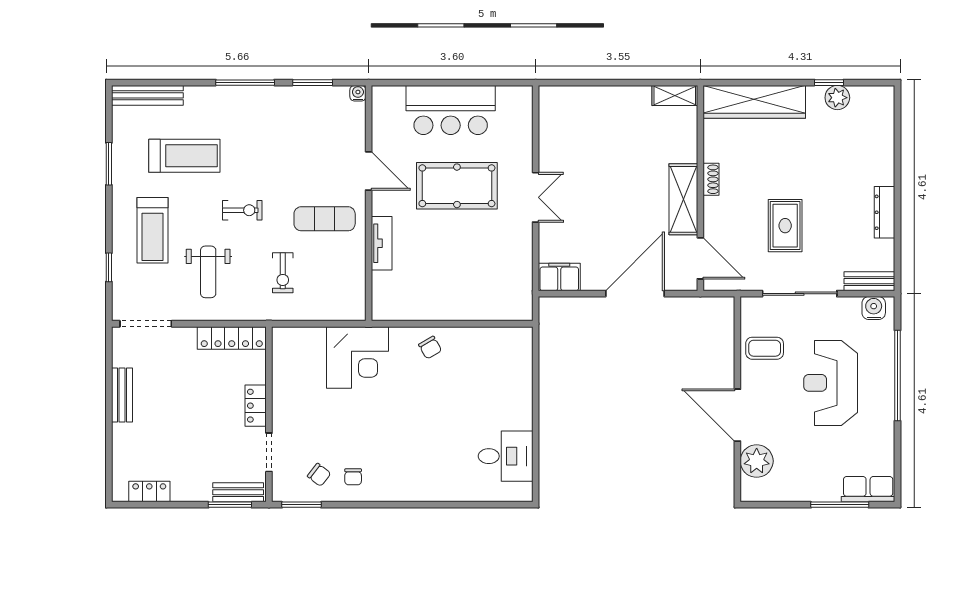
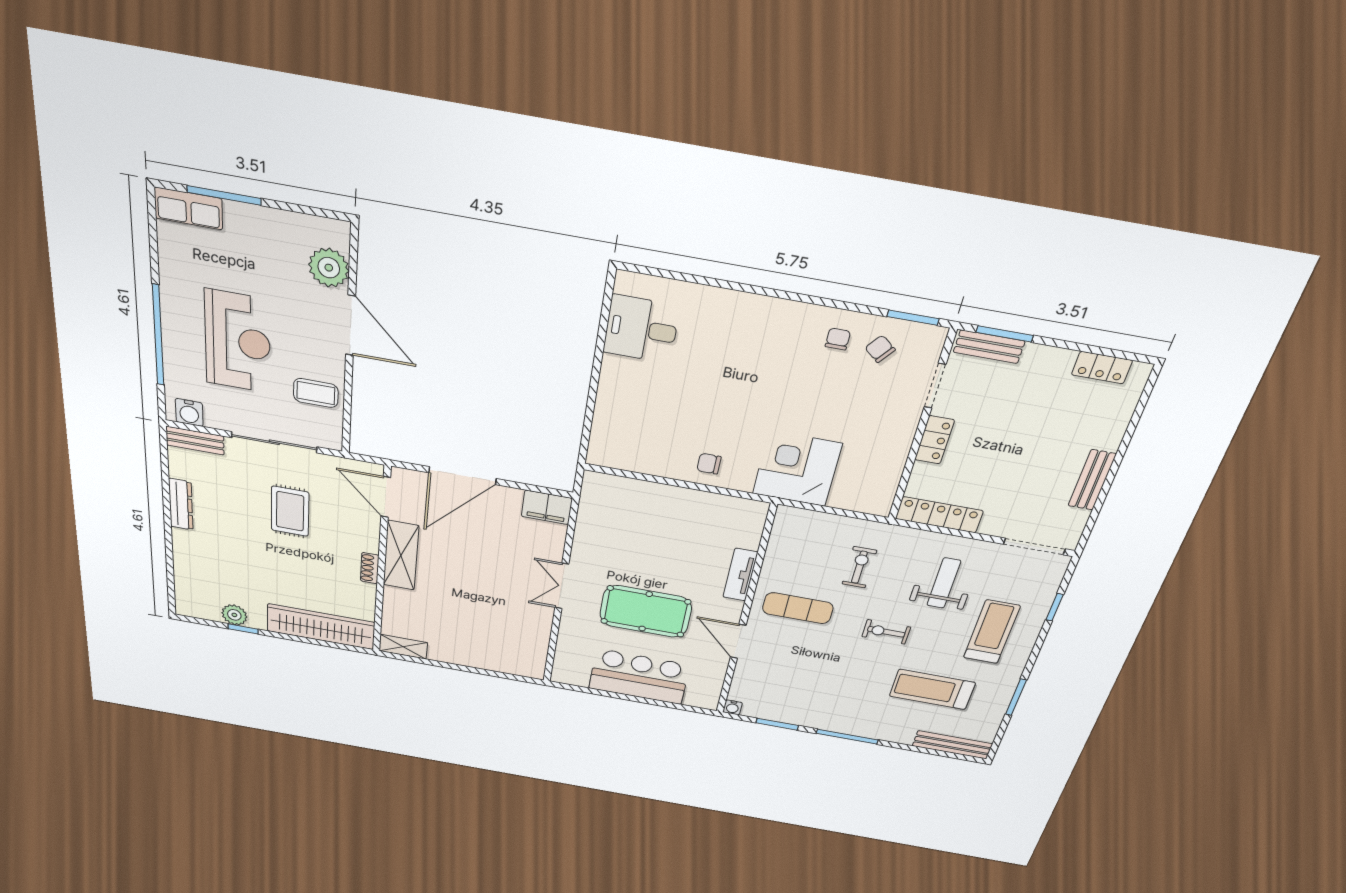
chair: (430, 348) -> (709, 464), turned -60

